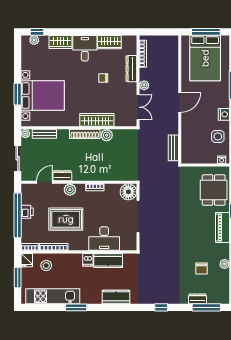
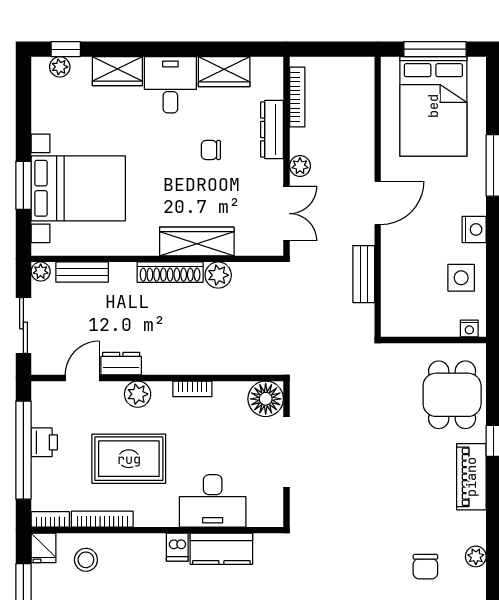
bench: (173, 148) -> (364, 274), moved

